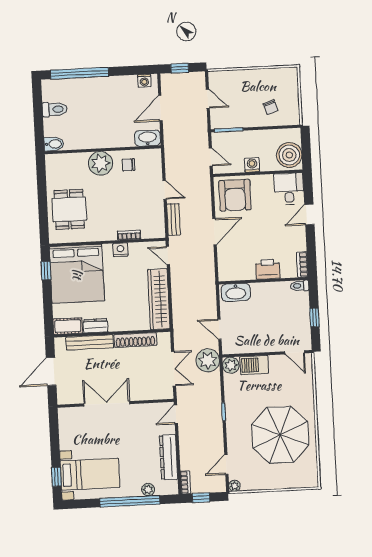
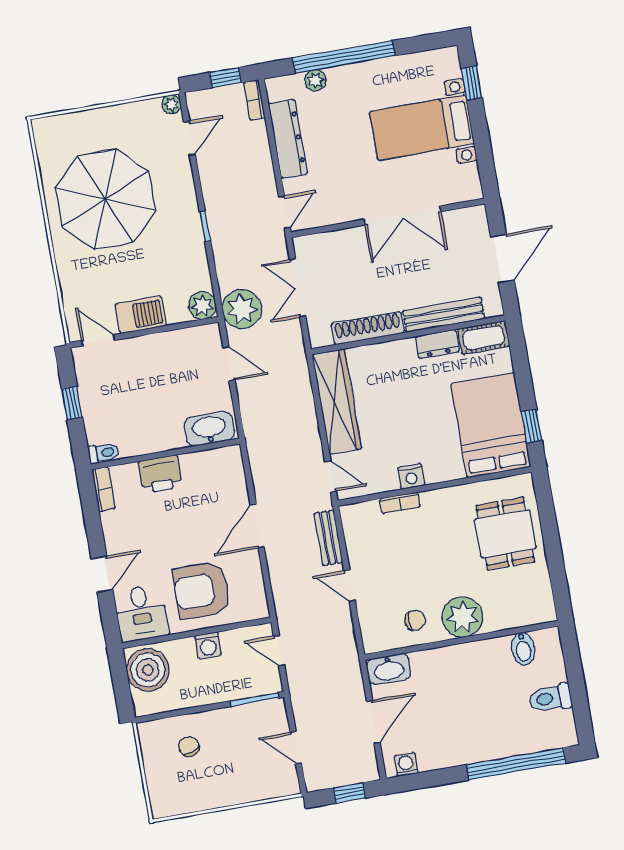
bidet: (54, 144) -> (523, 649), moved, turned -90
armchair: (235, 195) -> (202, 590), moved, turned -90
bed: (77, 274) -> (491, 425), width x0.73
barbecue: (254, 365) -> (141, 315), moved
bed with nightstands: (90, 474) -> (422, 128), moved

